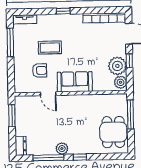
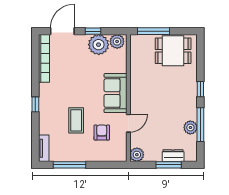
plant: (21, 102) -> (137, 155), added
window: (12, 116) -> (169, 165), moved
dresser: (21, 146) -> (173, 156), moved
plant: (62, 149) -> (190, 127), moved

